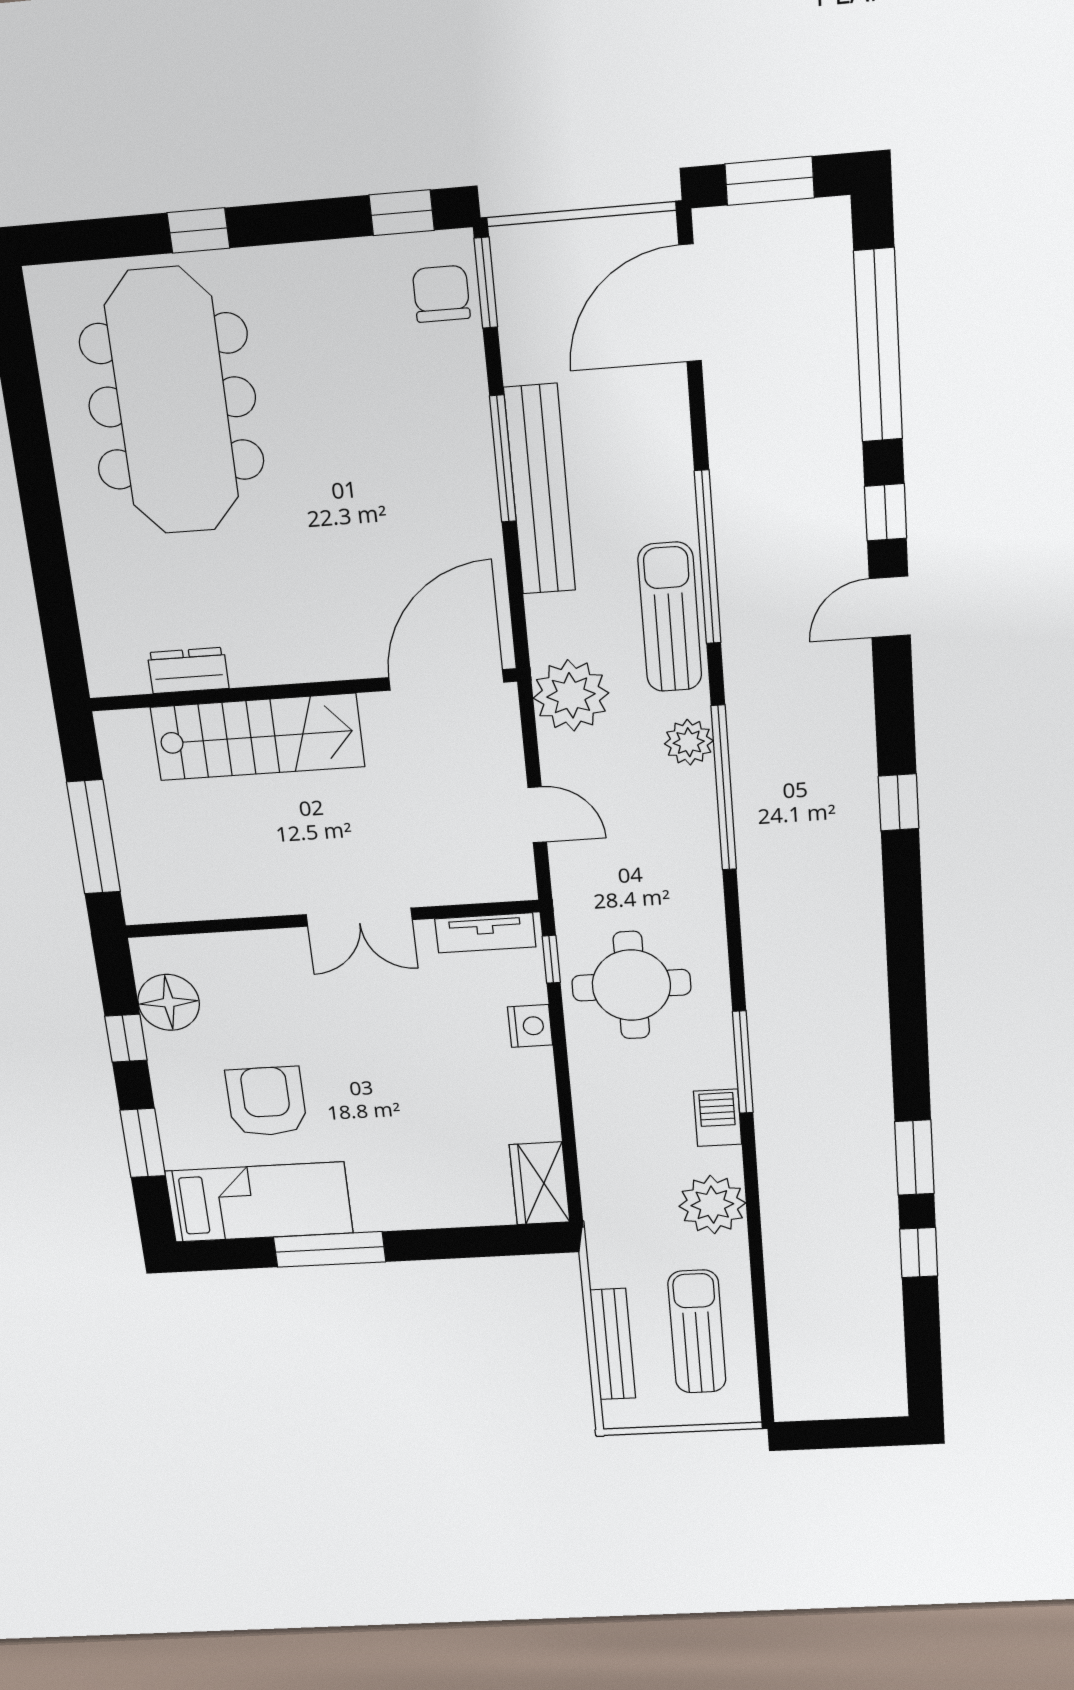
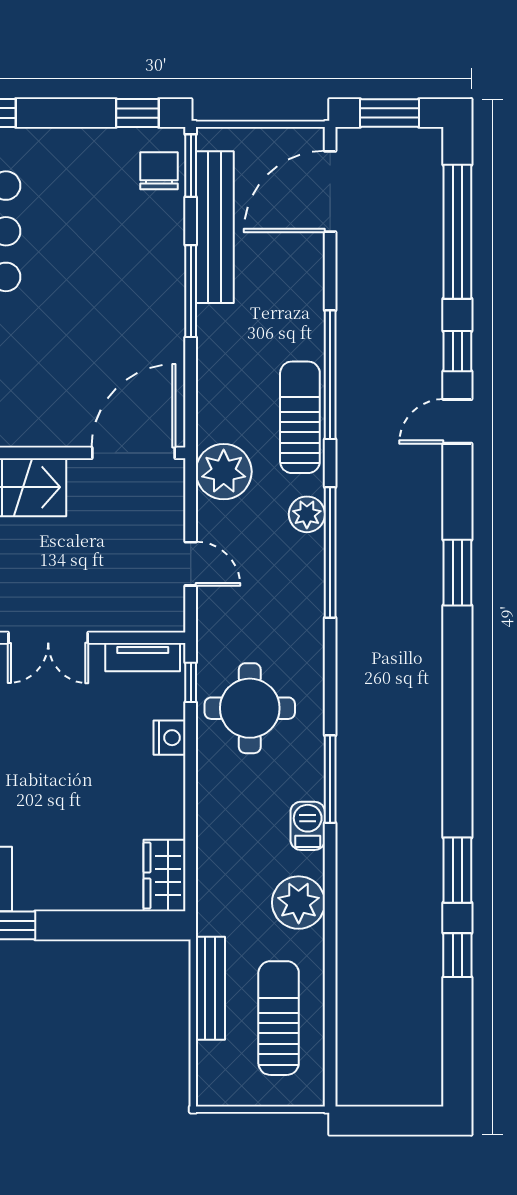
bench: (540, 490) -> (215, 227), moved
window: (899, 802) -> (457, 573), width x1.50
bench: (613, 1344) -> (210, 988), moved

